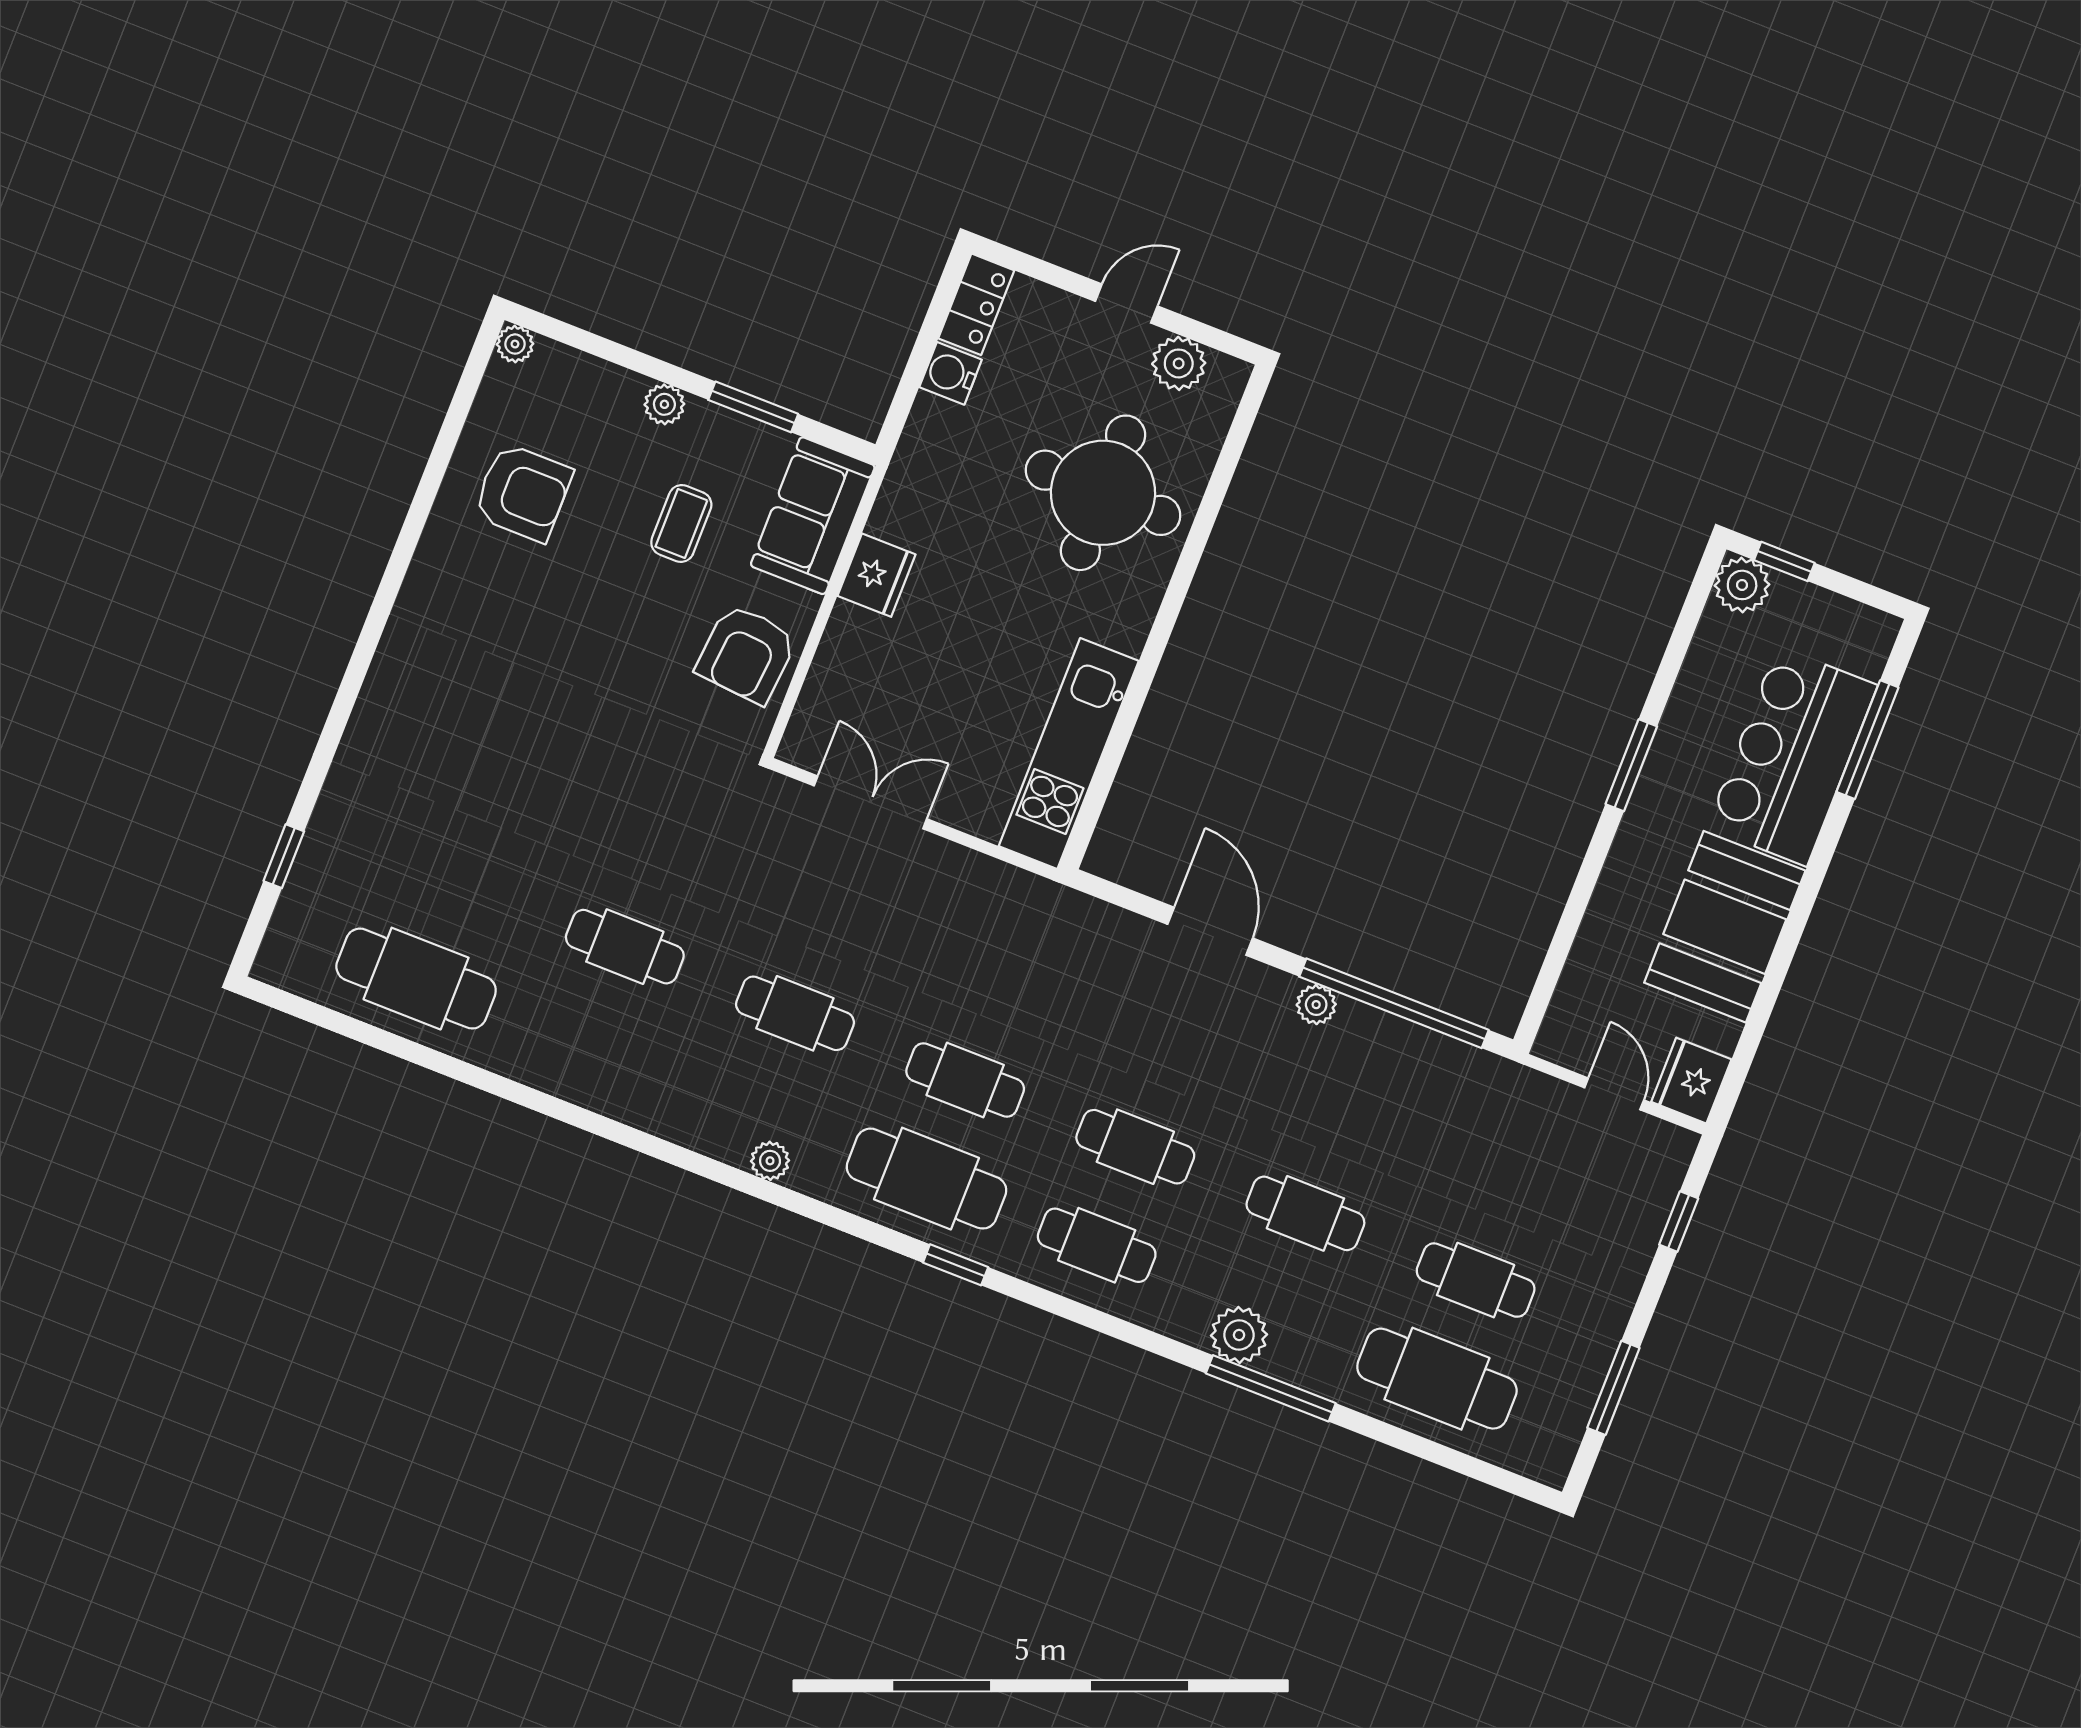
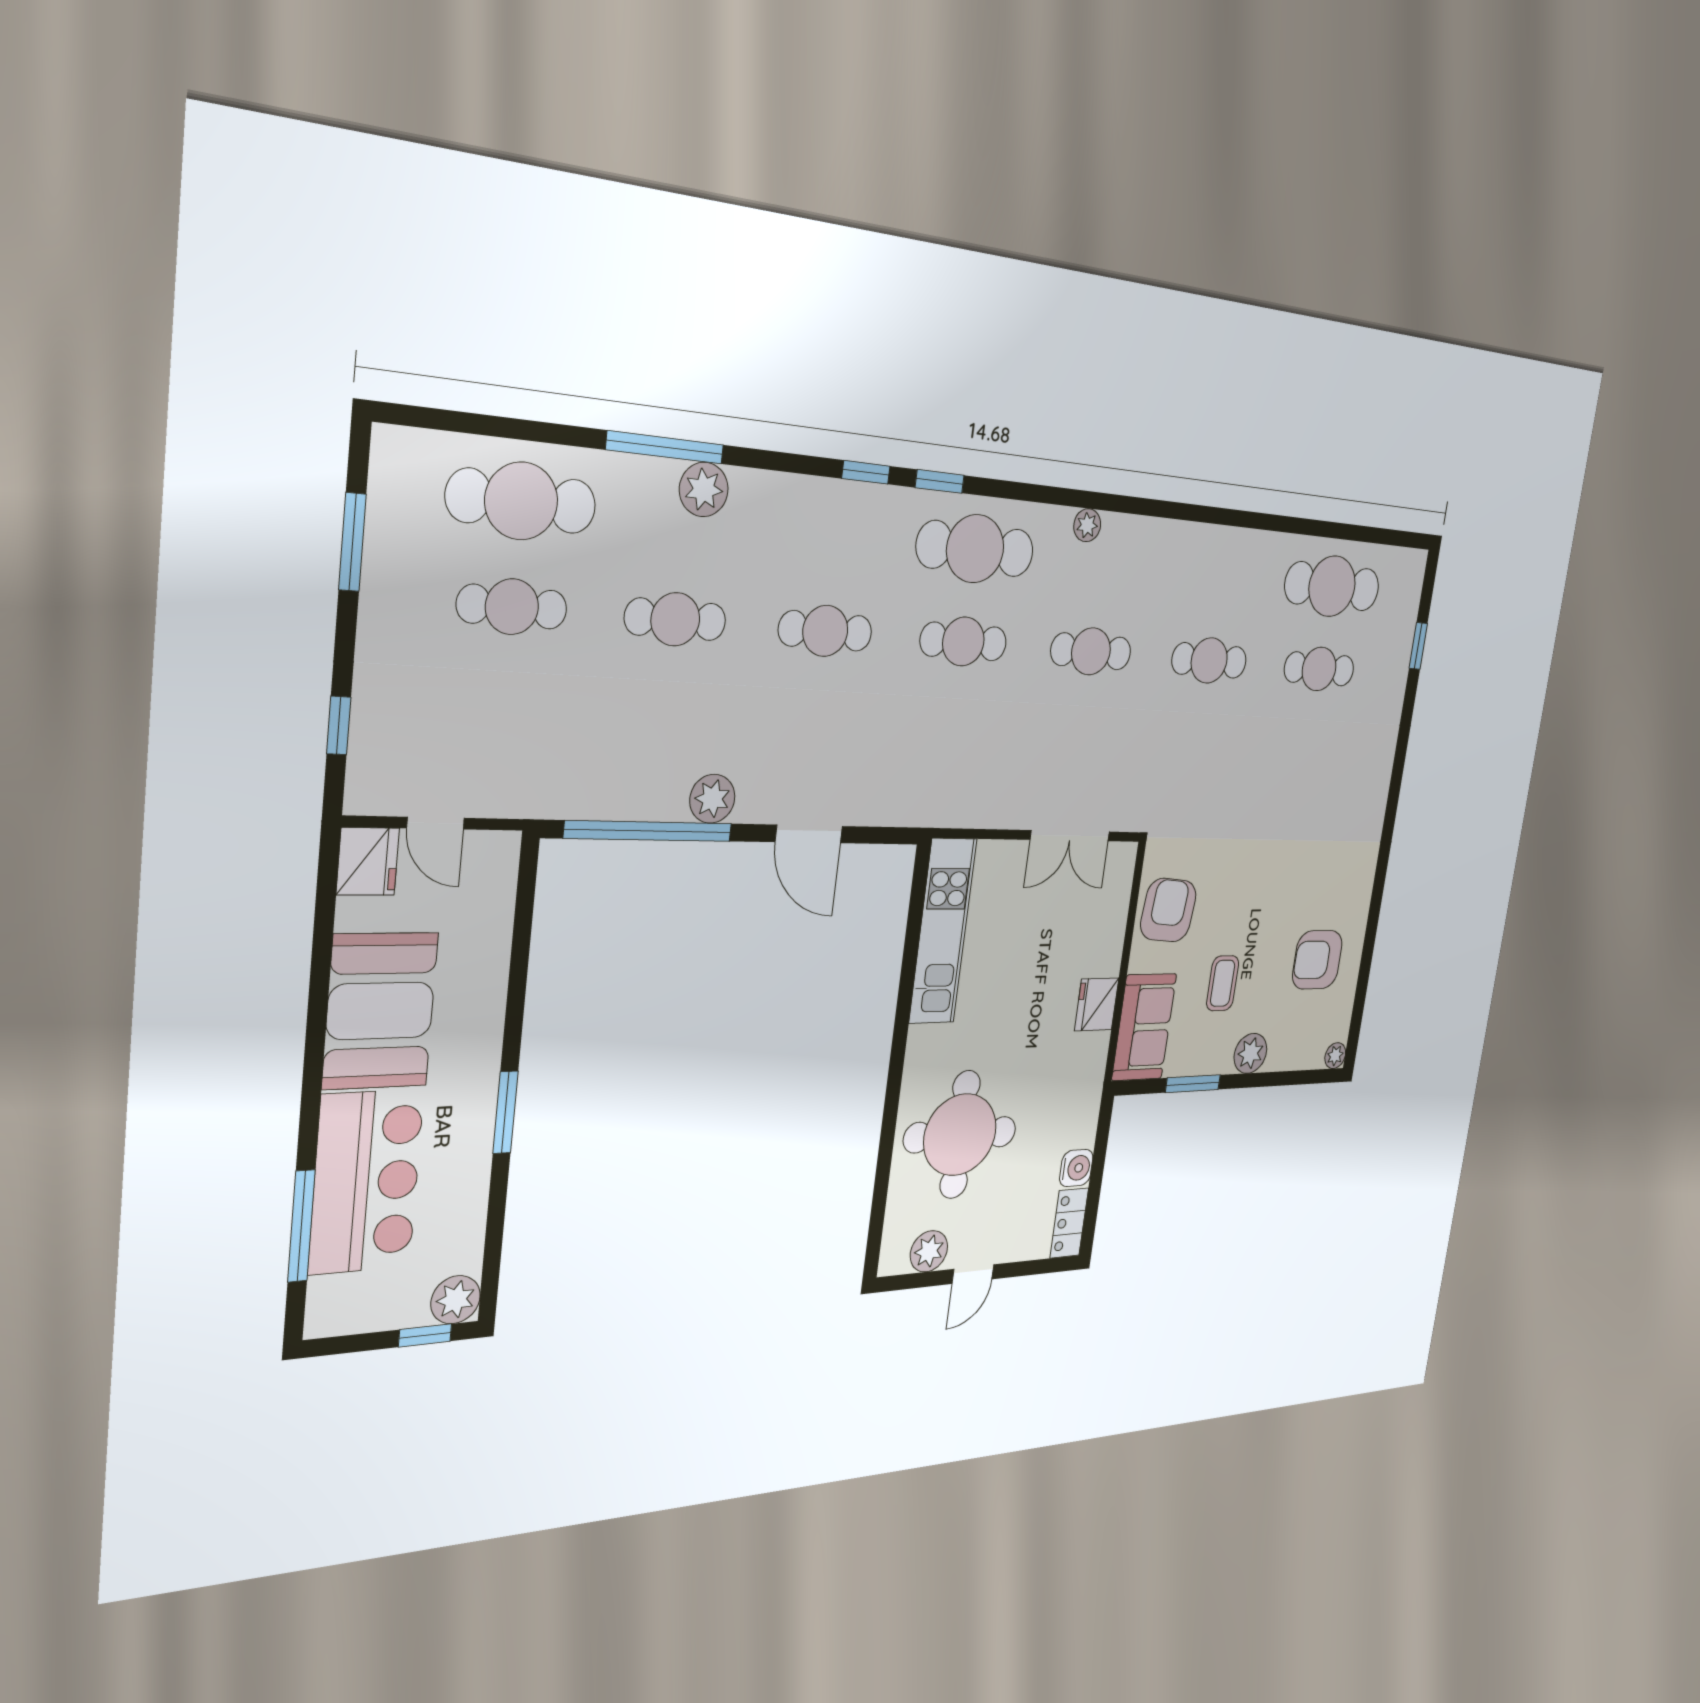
plant: (664, 404) -> (1250, 1053), width x1.38, depth x1.38
plant: (1316, 1005) -> (712, 799), width x1.38, depth x1.38
cafe table: (1097, 1245) -> (1319, 669), moved
window: (1045, 1300) -> (866, 472), added

